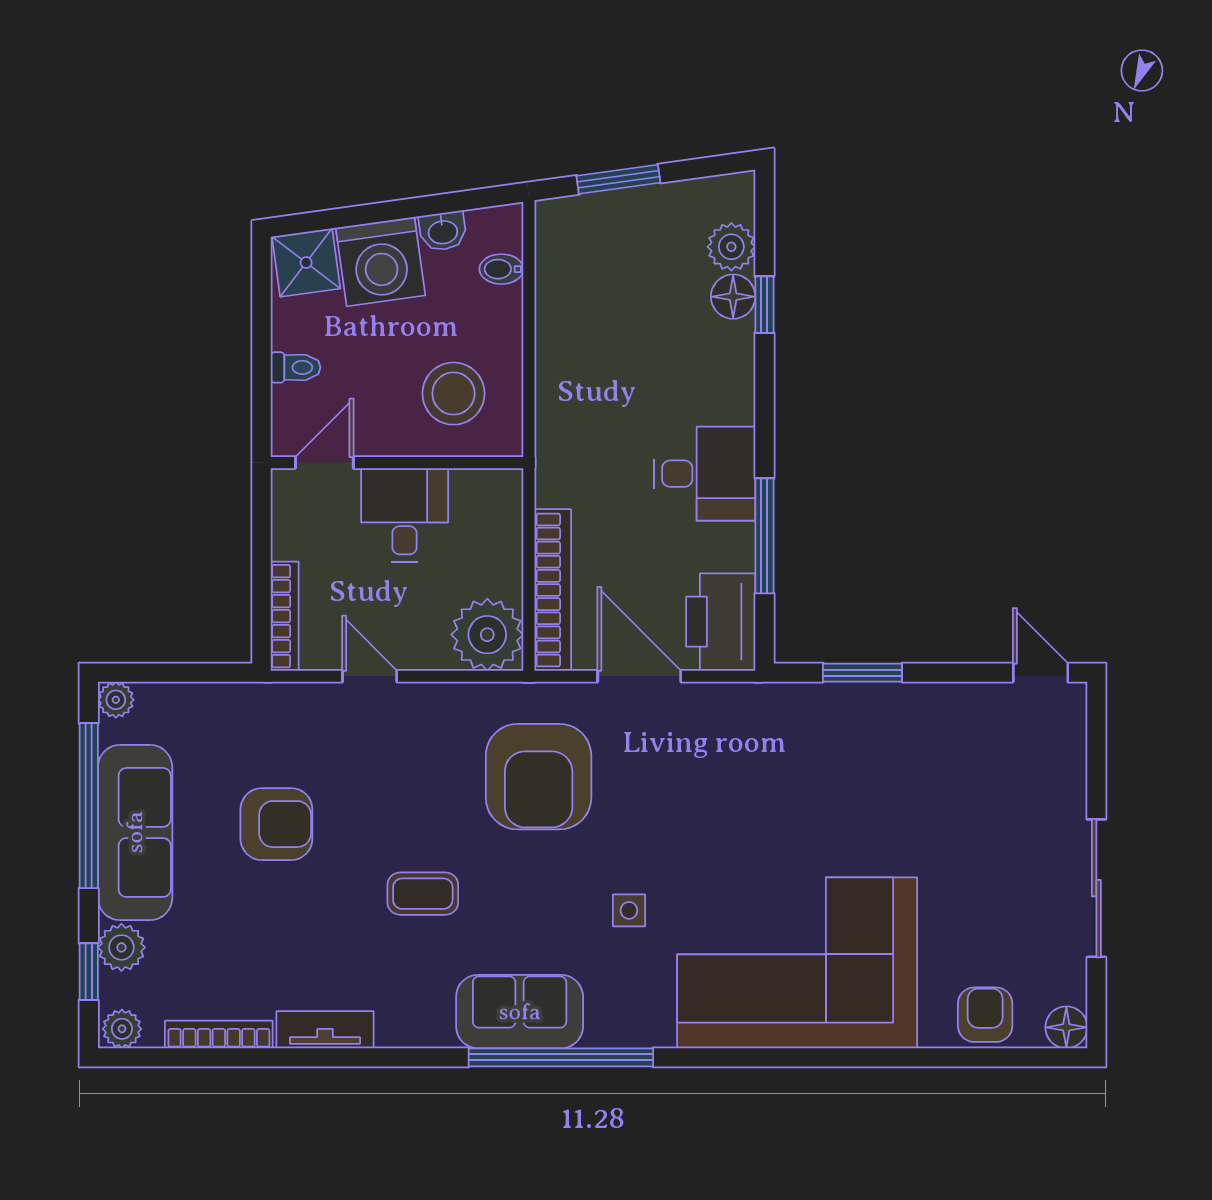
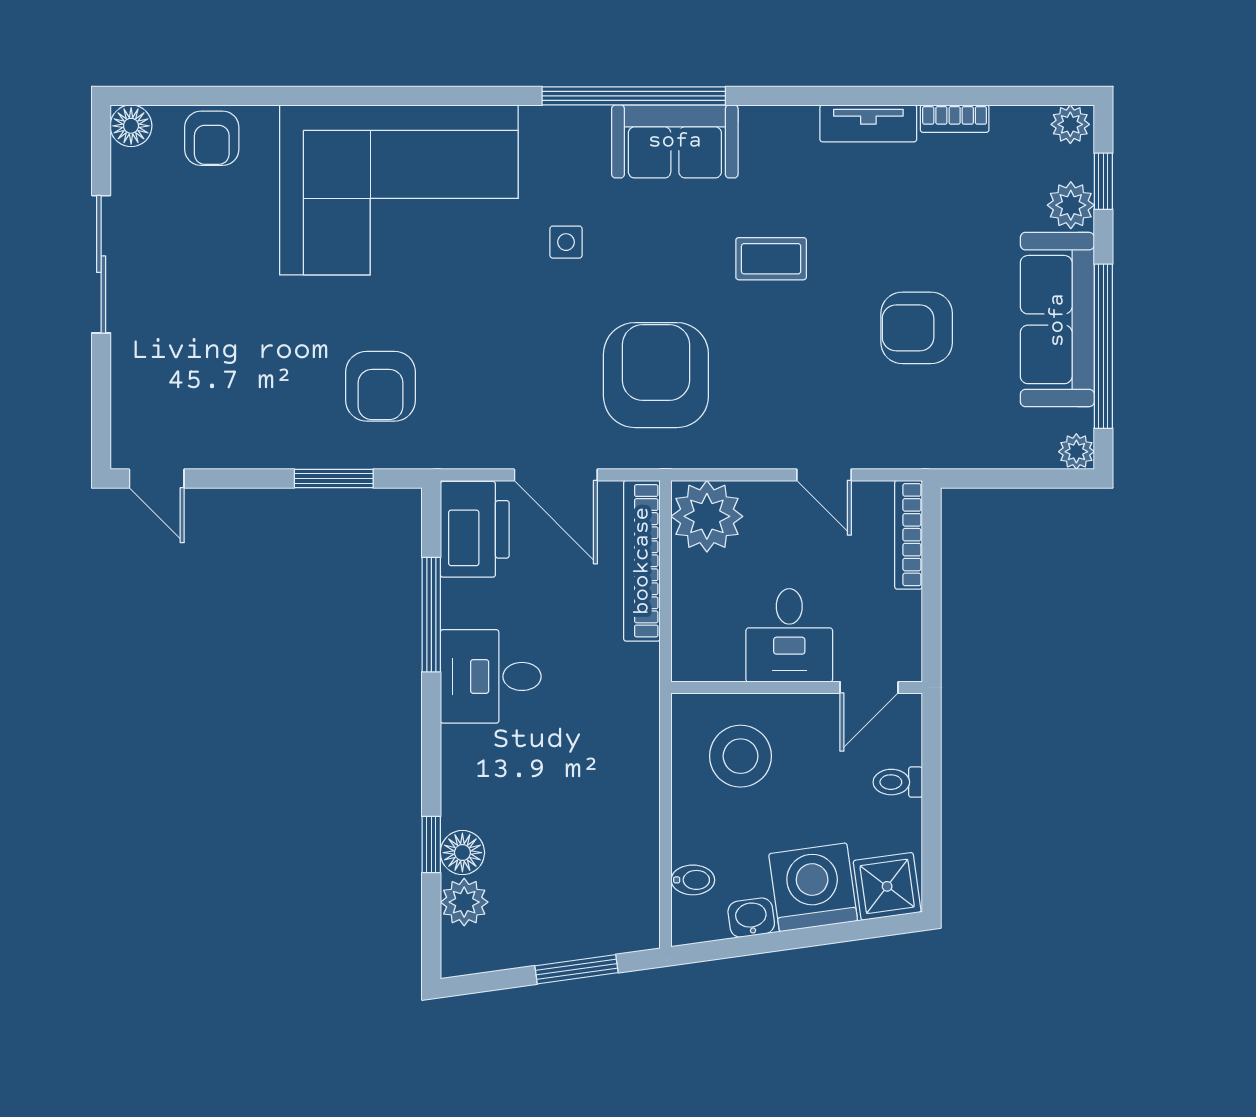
armchair: (815, 765) -> (381, 386), added
bookcase: (219, 1034) -> (955, 119), width x0.64

